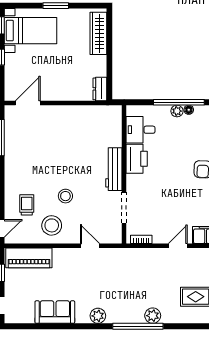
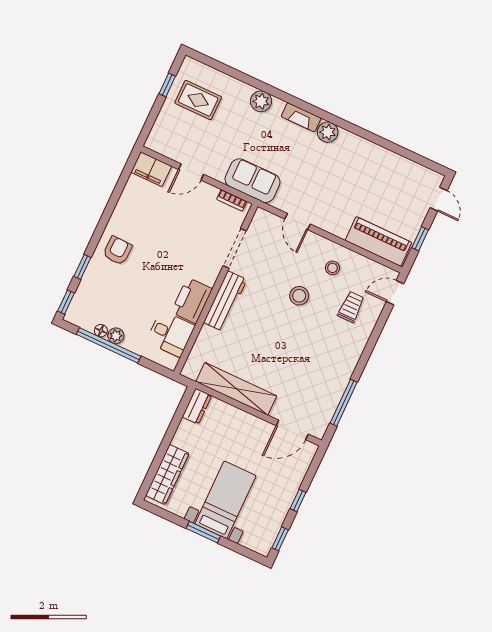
bed with nightstands: (30, 31) -> (225, 500), moved, turned 90
shelving: (79, 113) -> (236, 389), added
trolley: (27, 205) -> (351, 307), turned 180
stool: (52, 225) -> (333, 268), width x0.53, depth x0.53
sofa: (55, 312) -> (252, 181), moved, turned 180
fireplace: (120, 318) -> (301, 117), added
window: (138, 326) -> (285, 97), removed

